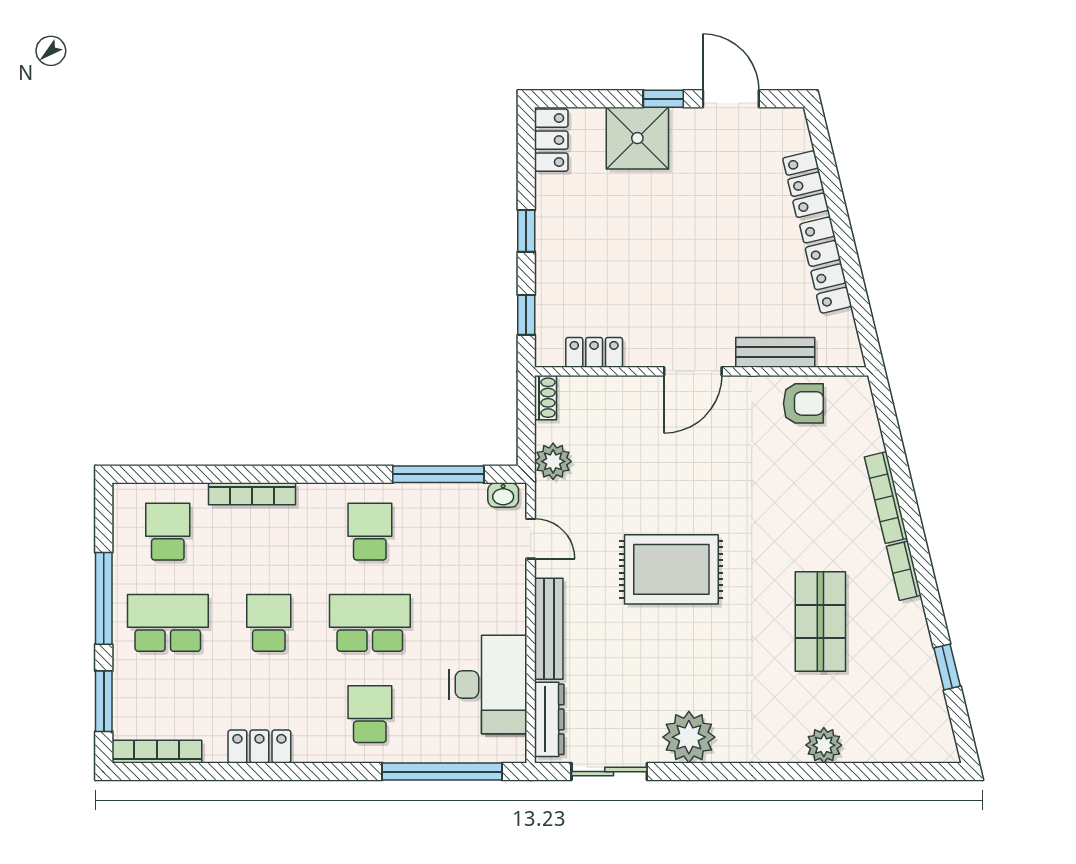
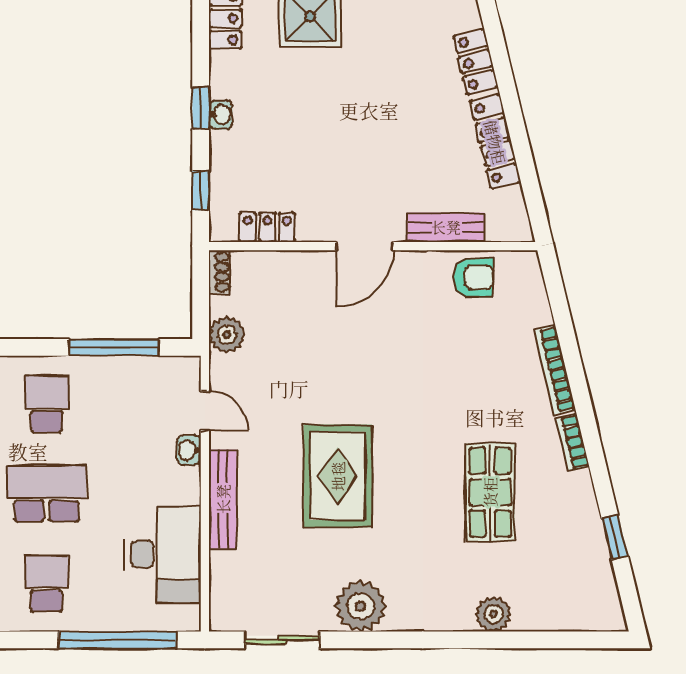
washbasin: (547, 238) -> (221, 115), added
washbasin: (503, 495) -> (189, 450), moved, turned 90
rug: (671, 569) -> (338, 476), moved, turned 90
dresser: (549, 719) -> (223, 589), removed

